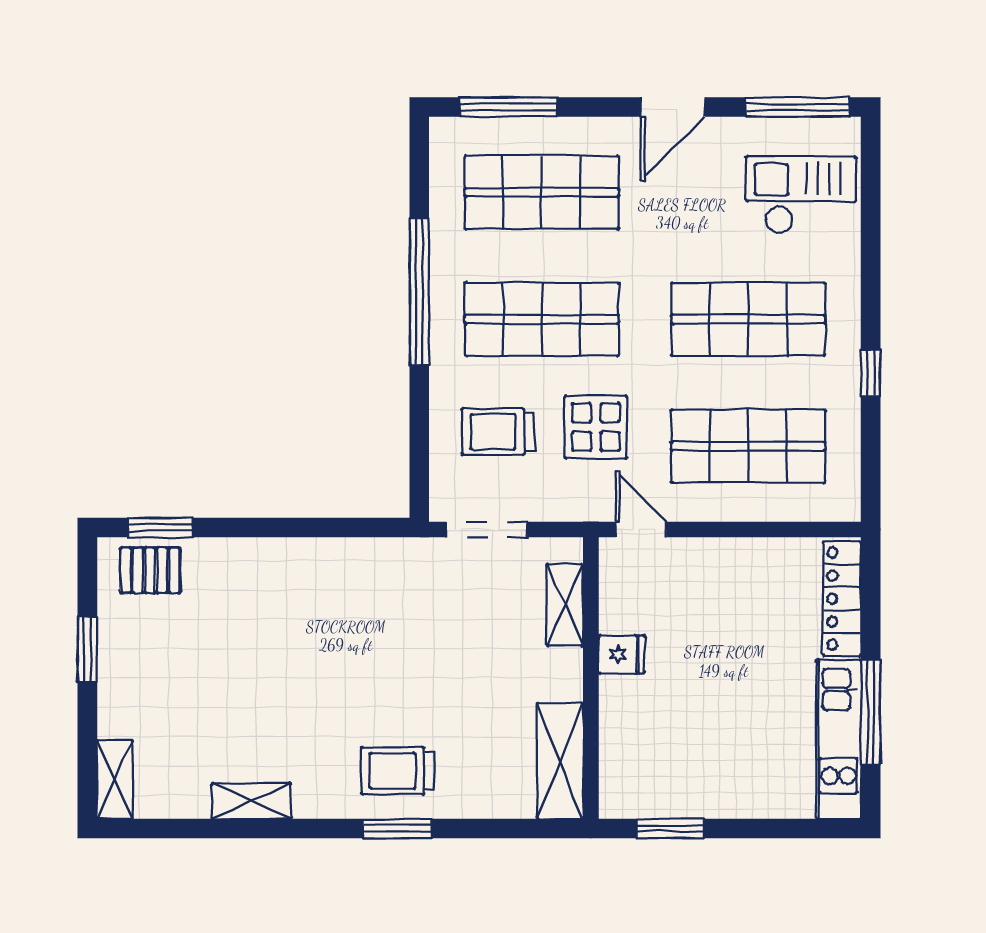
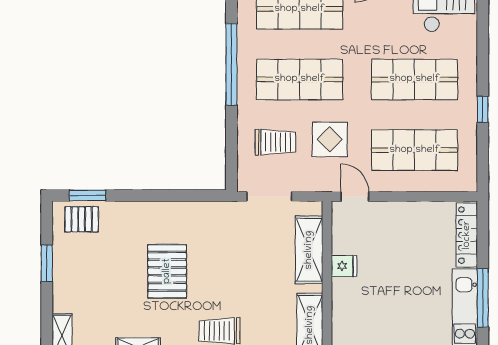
trolley: (498, 432) -> (275, 142), turned 180
shelving: (565, 605) -> (309, 250), width x1.50, depth x1.33
pallet: (304, 664) -> (167, 271), added

